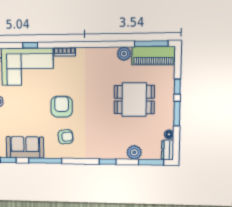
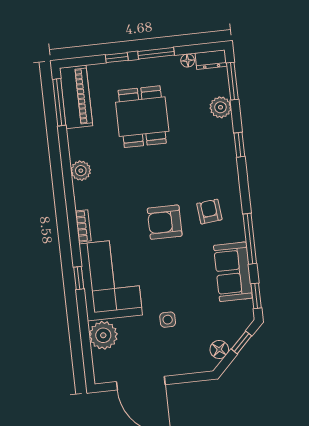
plant: (124, 54) -> (81, 171), moved

